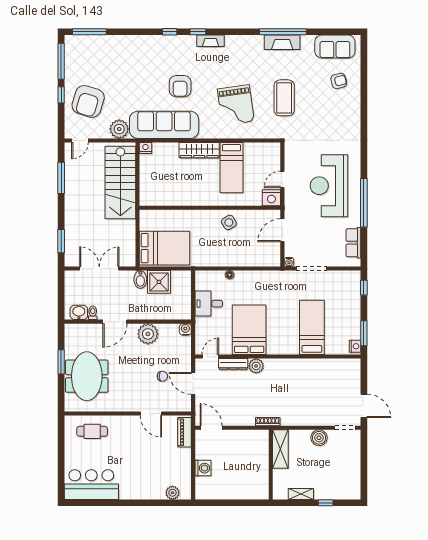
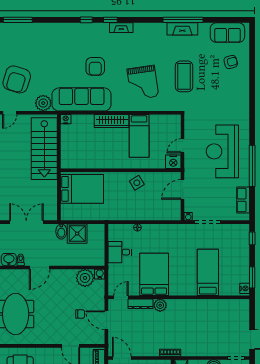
bed: (165, 248) -> (82, 189), moved
plant: (148, 334) -> (85, 278), moved

